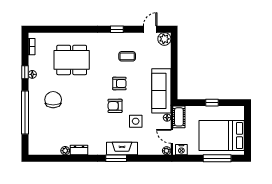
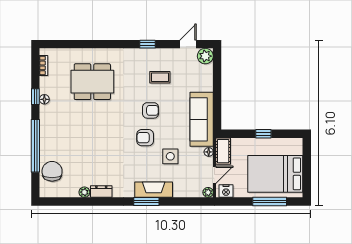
chair: (53, 100) -> (52, 171), moved
door: (172, 136) -> (214, 175), swing flipped

